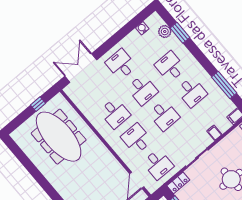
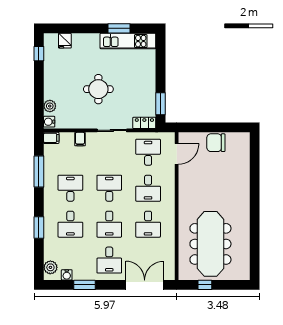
window: (124, 32) -> (85, 285), added
plant: (165, 32) -> (50, 267), moved
window: (180, 33) -> (39, 227), moved
double door: (81, 68) -> (145, 285), swing flipped
desk: (142, 90) -> (109, 224), turned 180
desk: (115, 113) -> (148, 224), turned 180

